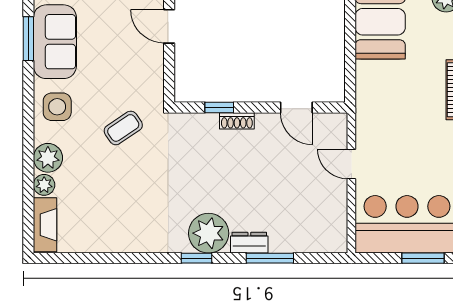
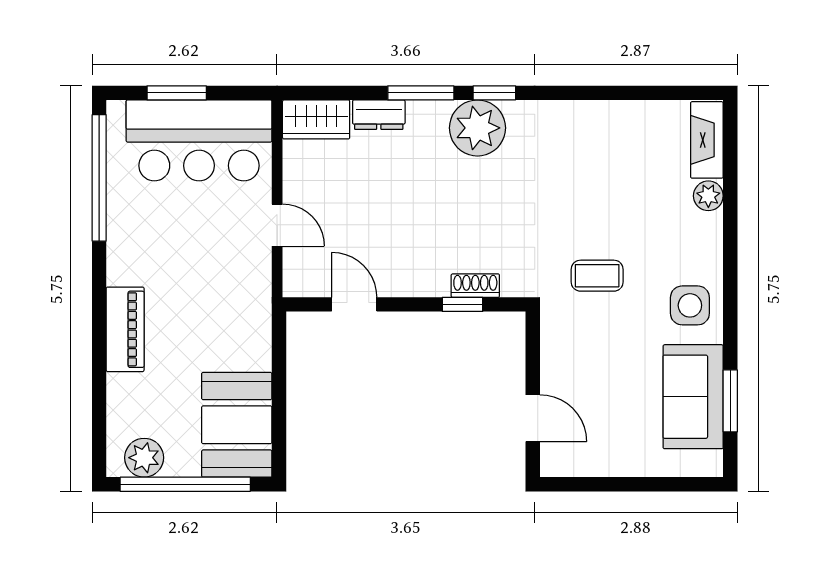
shoe rack: (237, 121) -> (475, 286), moved
coffee table: (123, 128) -> (597, 276), turned 34
plant: (48, 158) -> (703, 234), removed
wardrobe: (324, 239) -> (316, 119), added
dresser: (249, 243) -> (379, 115), moved
window: (270, 258) -> (421, 93), moved

